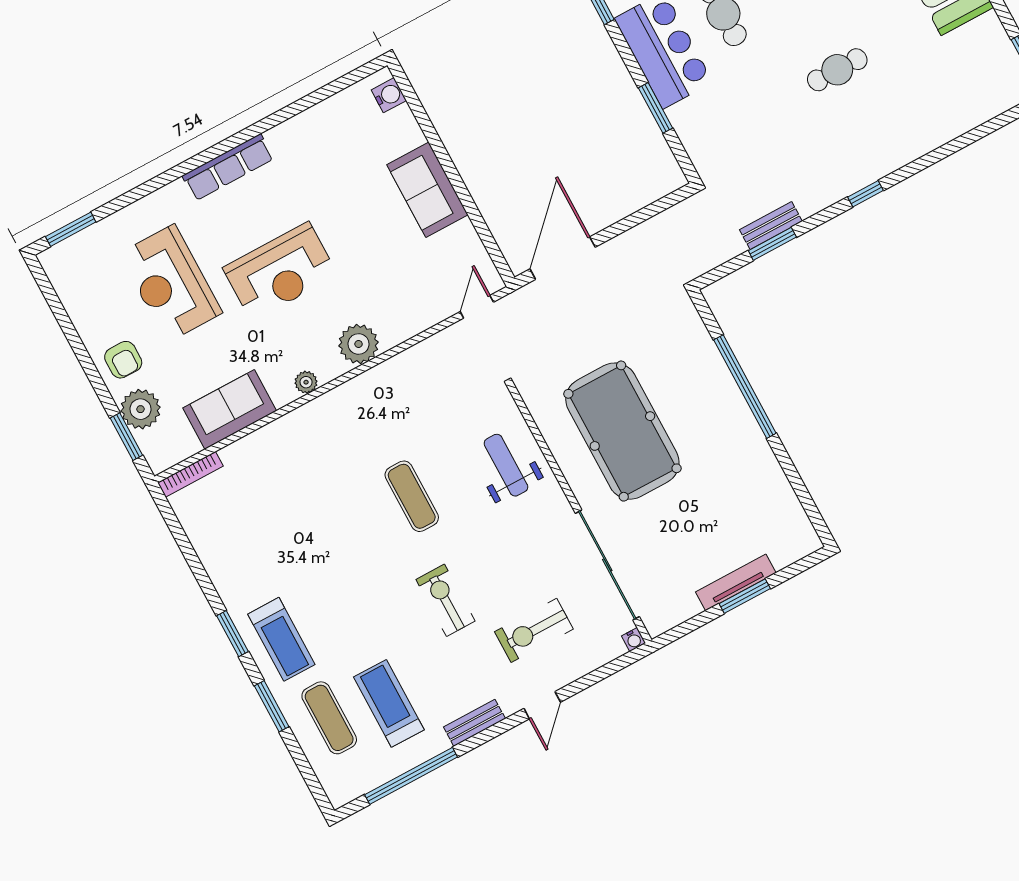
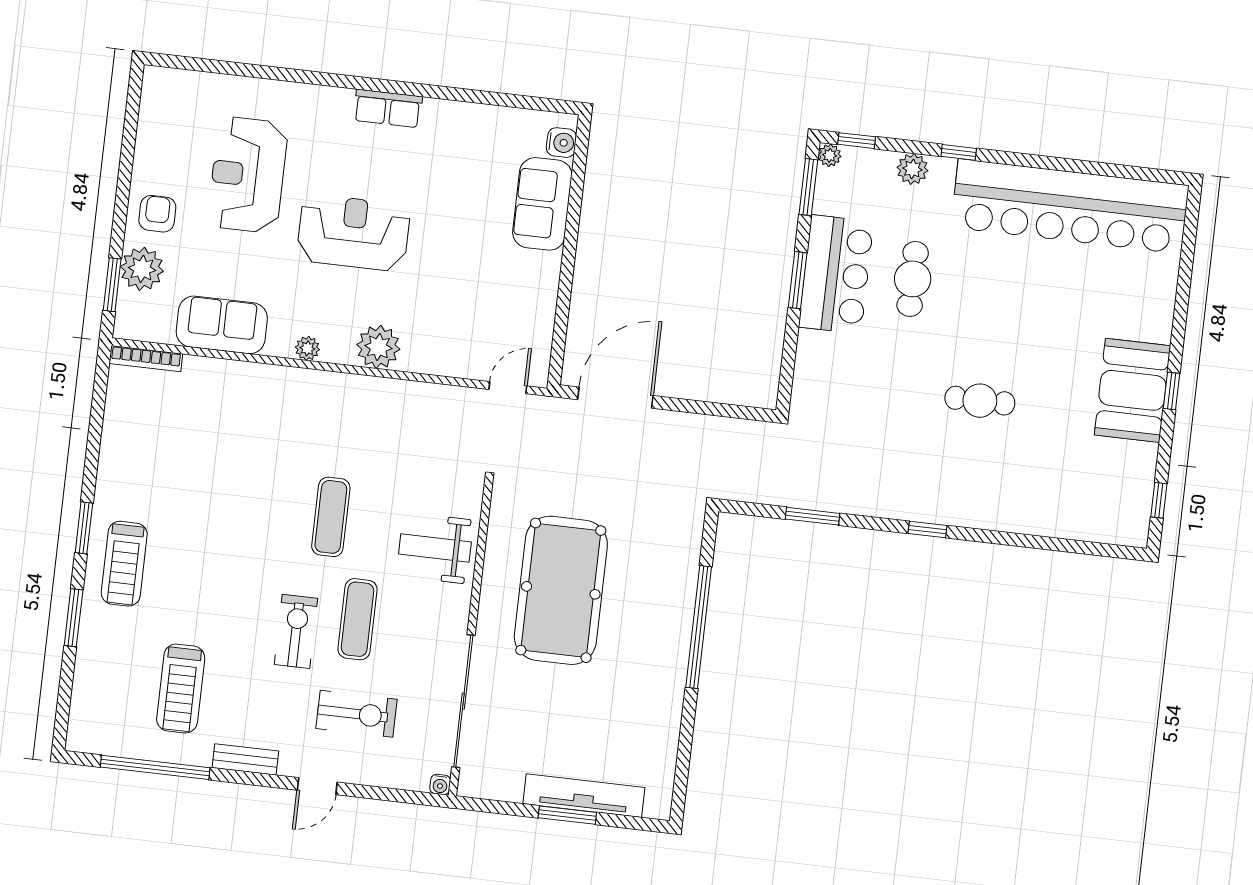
window: (656, 108) -> (798, 280), moved
row of seats: (228, 167) -> (388, 108), width x0.68
sofa: (427, 190) -> (542, 204), moved
bench: (771, 226) -> (823, 499), removed
window: (71, 229) -> (192, 64), removed
reception desk: (280, 271) -> (354, 233), turned 180
armchair: (123, 360) -> (157, 214), turned 180
weight bench: (506, 465) -> (435, 548), turned -90
tv unit: (736, 582) -> (584, 796), width x1.36, depth x1.29
exercise bike: (534, 630) -> (357, 714), turned 180
treadmill: (389, 703) -> (181, 689), turned 180
exercise mat: (329, 718) -> (357, 619), moved

